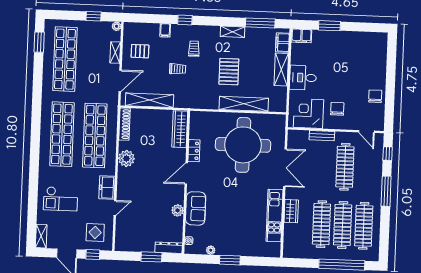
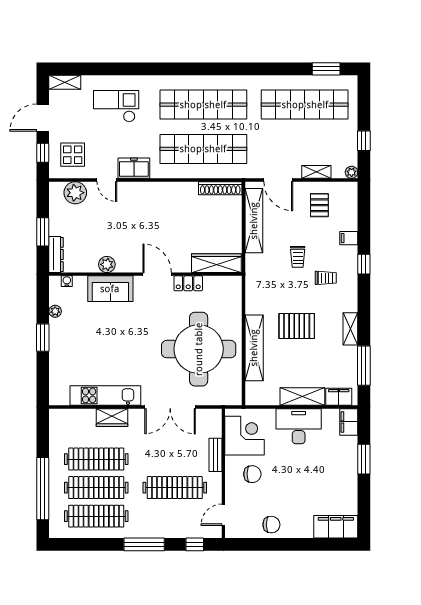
filing cabinet: (379, 49) -> (336, 527), added
desk: (303, 78) -> (299, 426), width x1.37
plant: (126, 158) -> (75, 193), moved
checkout: (61, 199) -> (116, 106), turned 90

